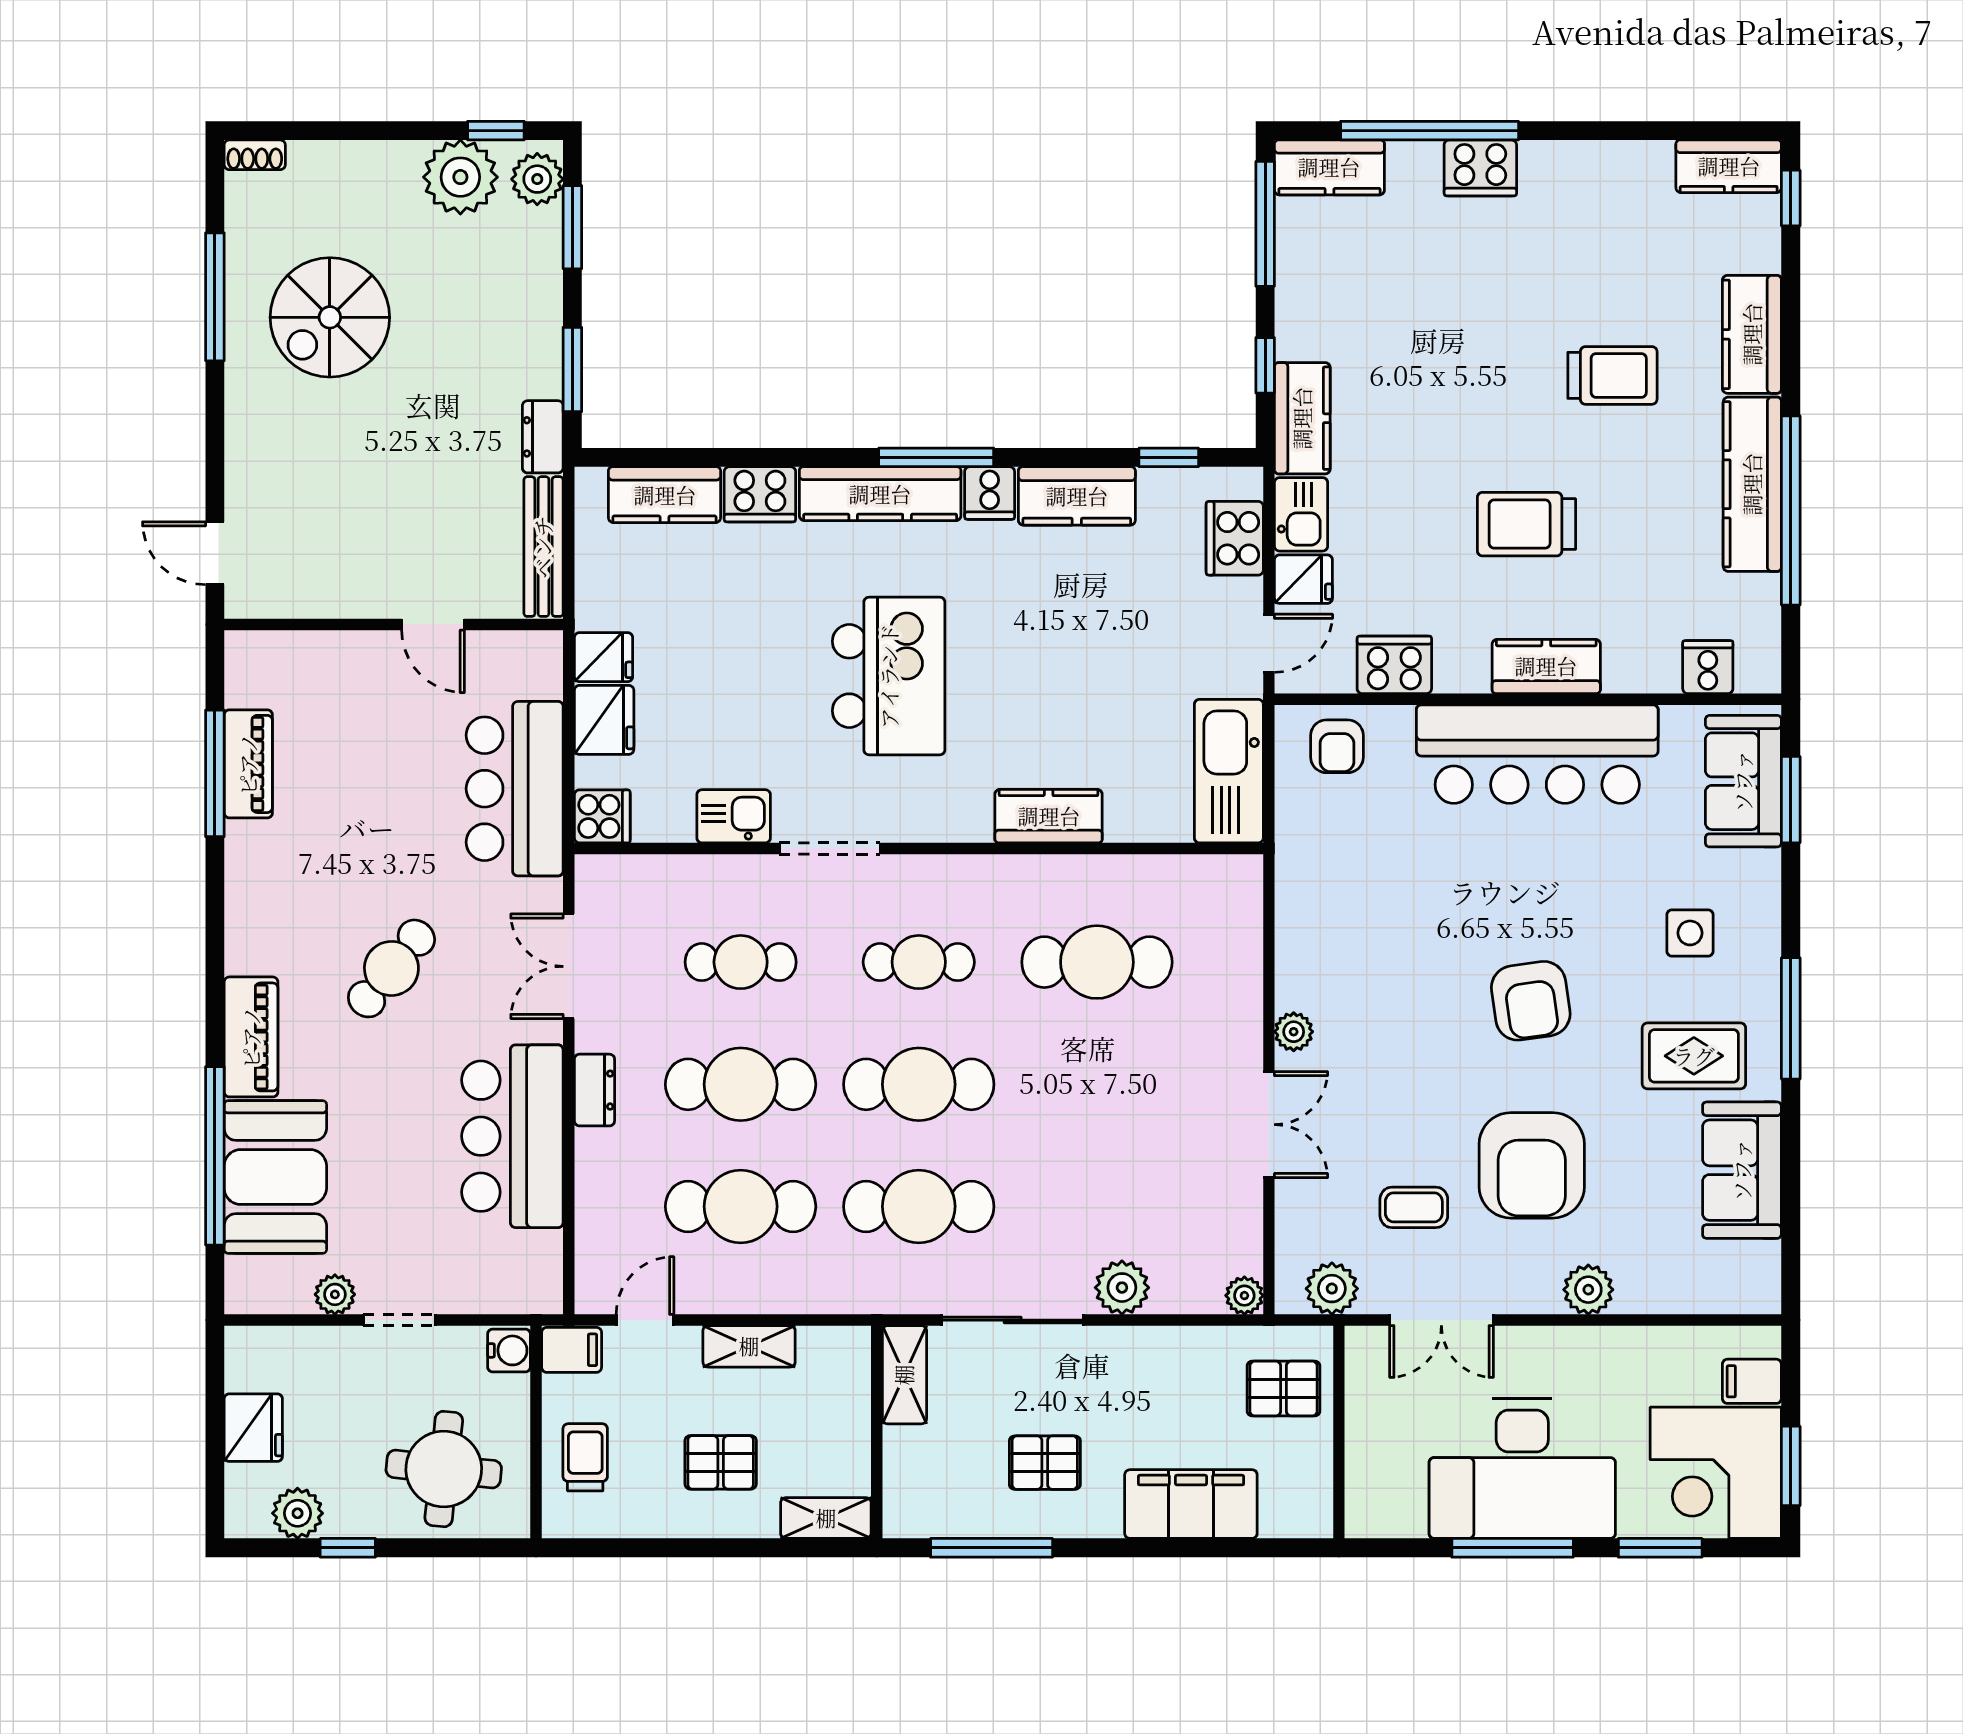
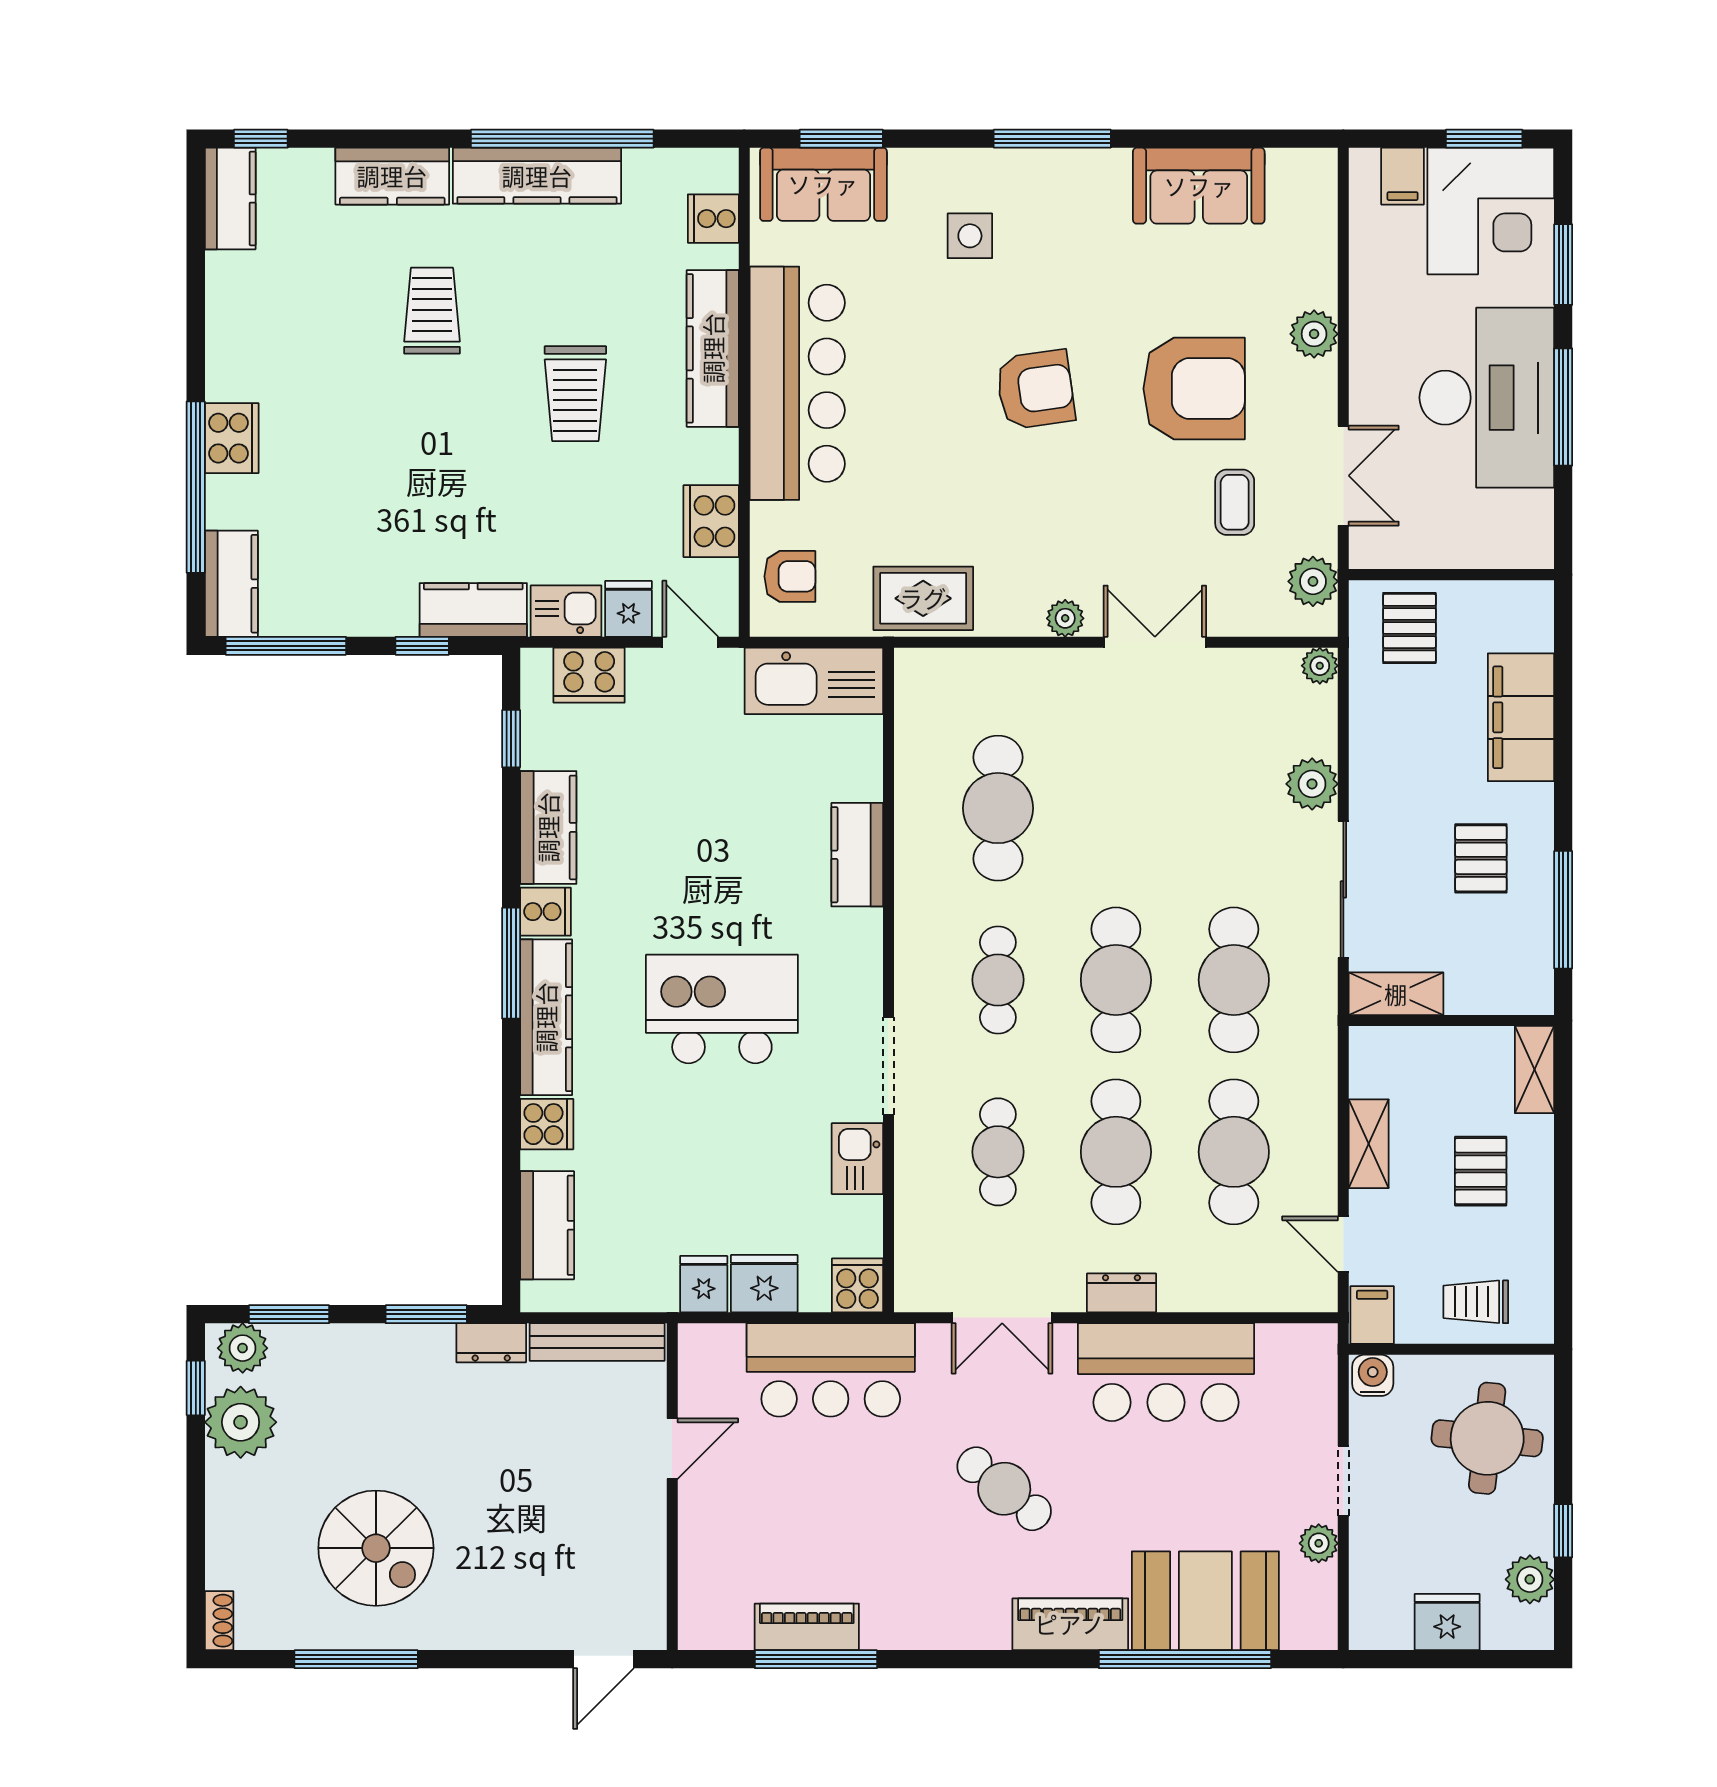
cooker: (760, 494) -> (547, 1124), width x0.73
kitchen counter: (1546, 666) -> (713, 348), width x1.50
rug: (1694, 1056) -> (923, 598), moved, turned 90

